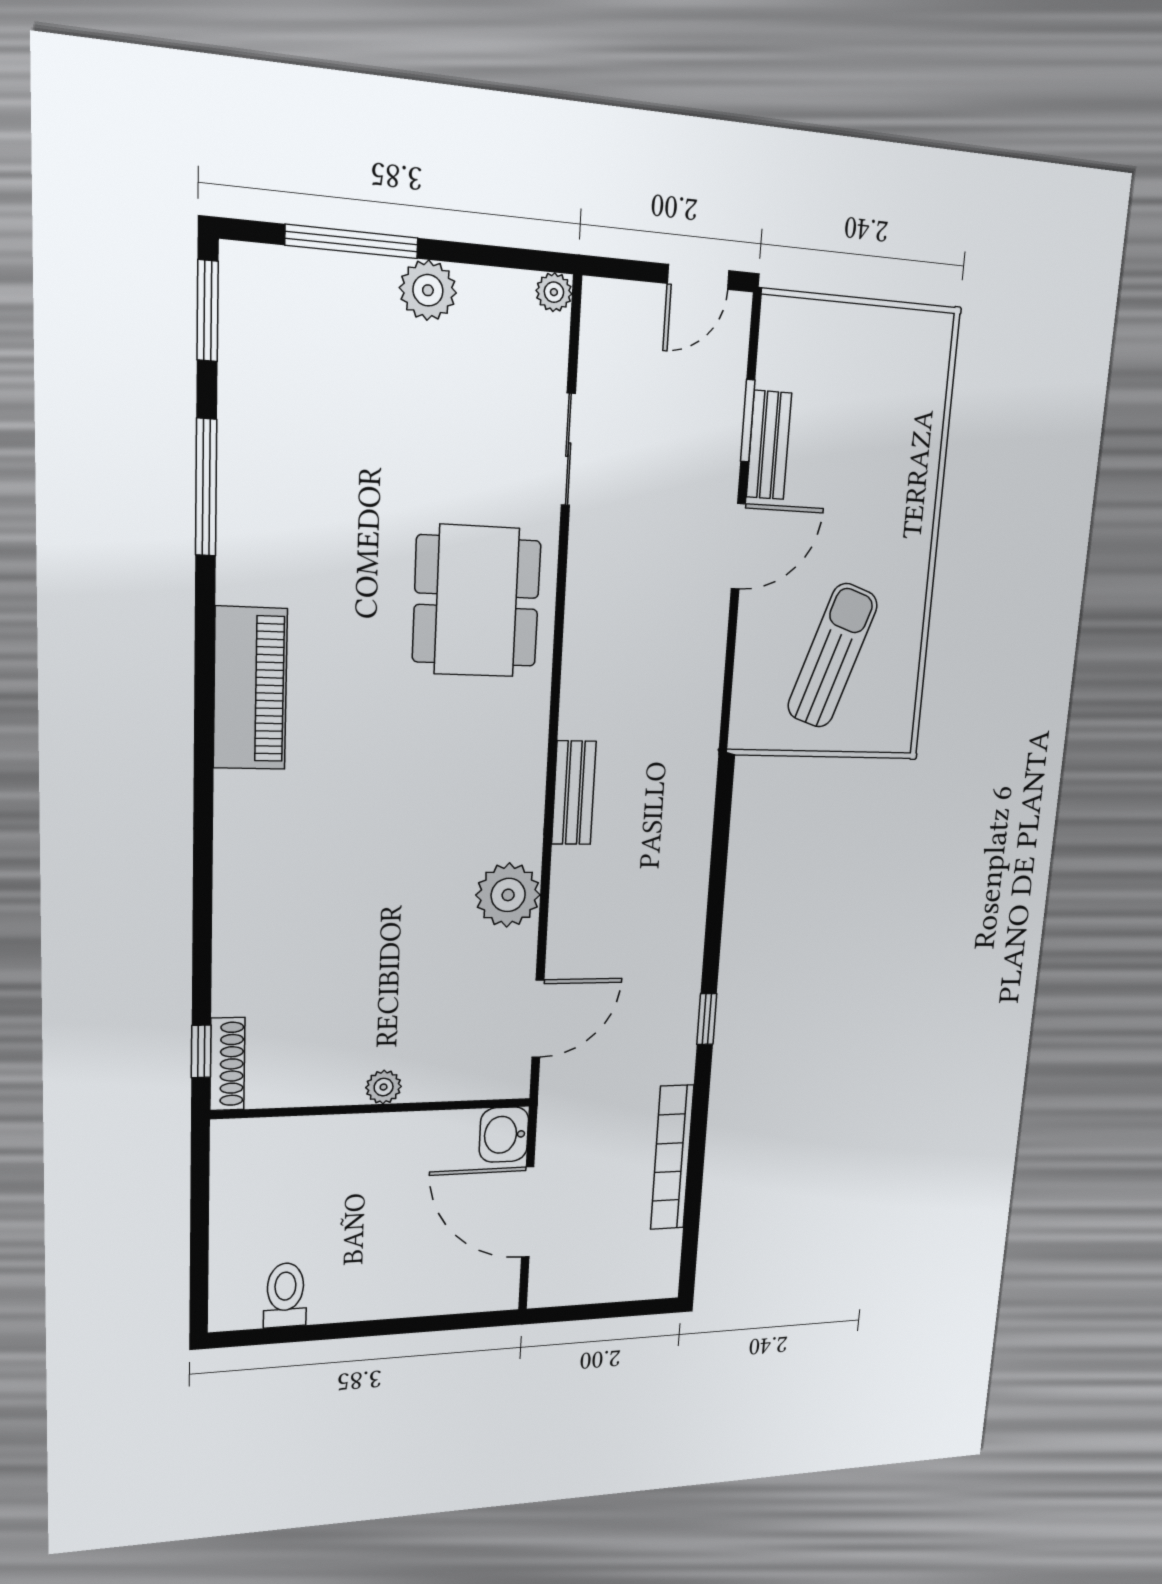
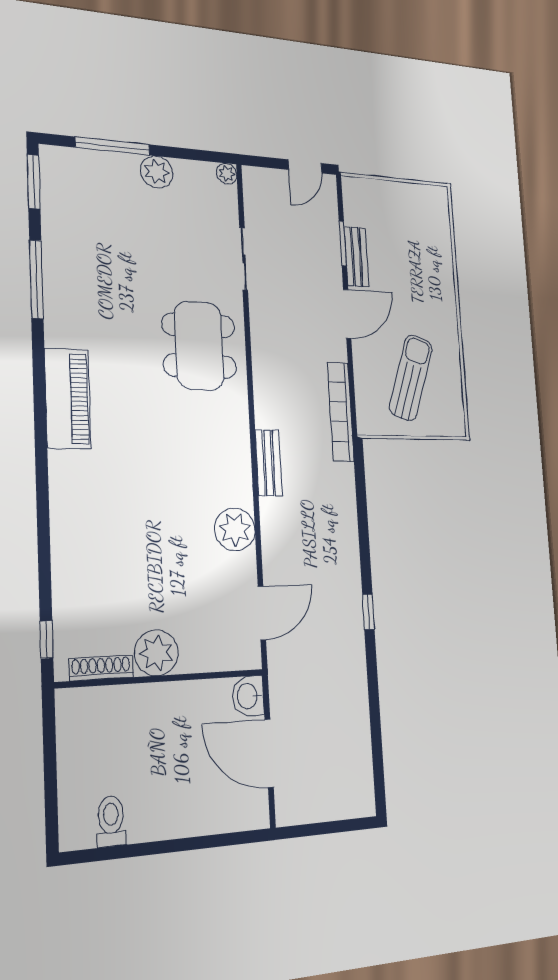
shoe rack: (227, 1064) -> (101, 668), moved, turned -90
plant: (384, 1087) -> (156, 653), width x1.88, depth x1.88
bookcase: (672, 1158) -> (341, 412), moved

